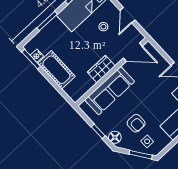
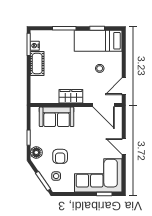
door: (127, 15) -> (124, 86), moved
cot: (56, 70) -> (37, 63), width x0.73, depth x0.75
sofa: (110, 91) -> (57, 117), width x0.73

